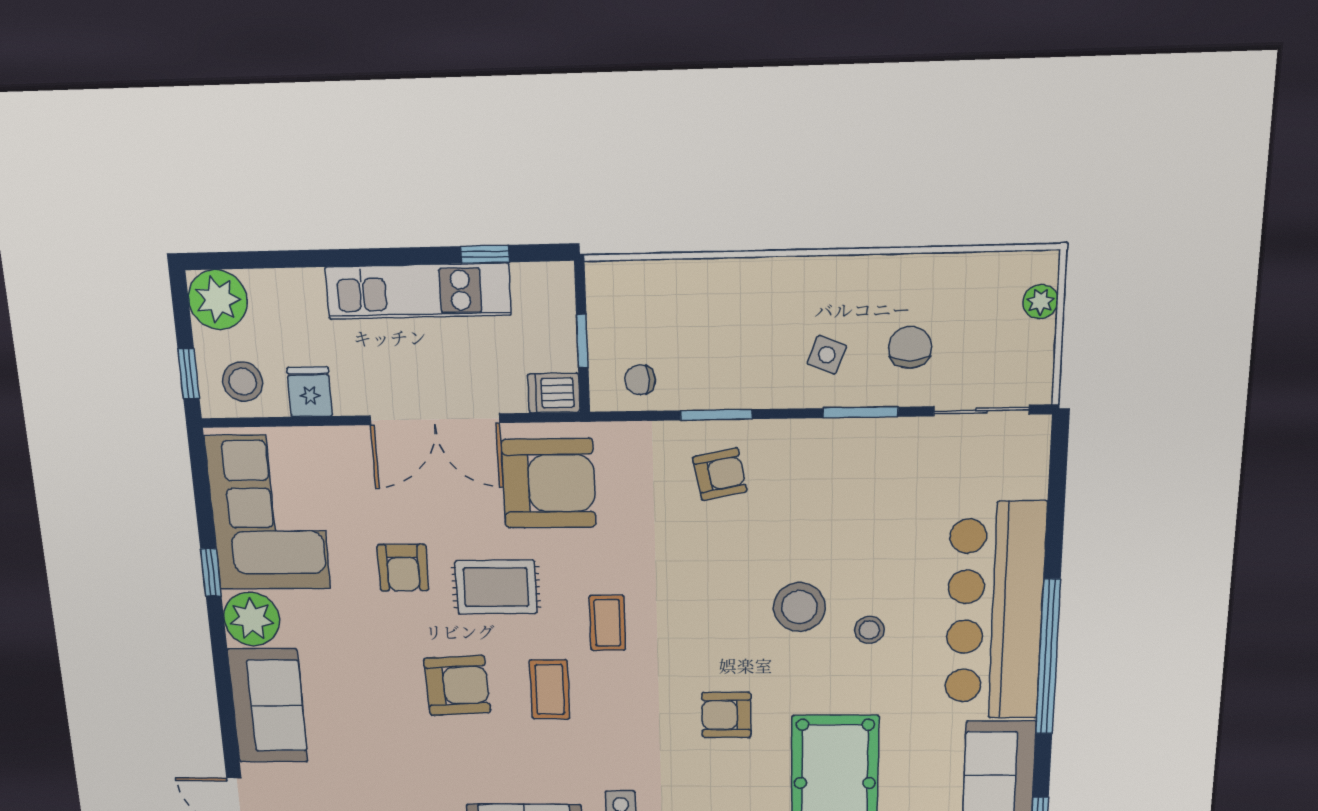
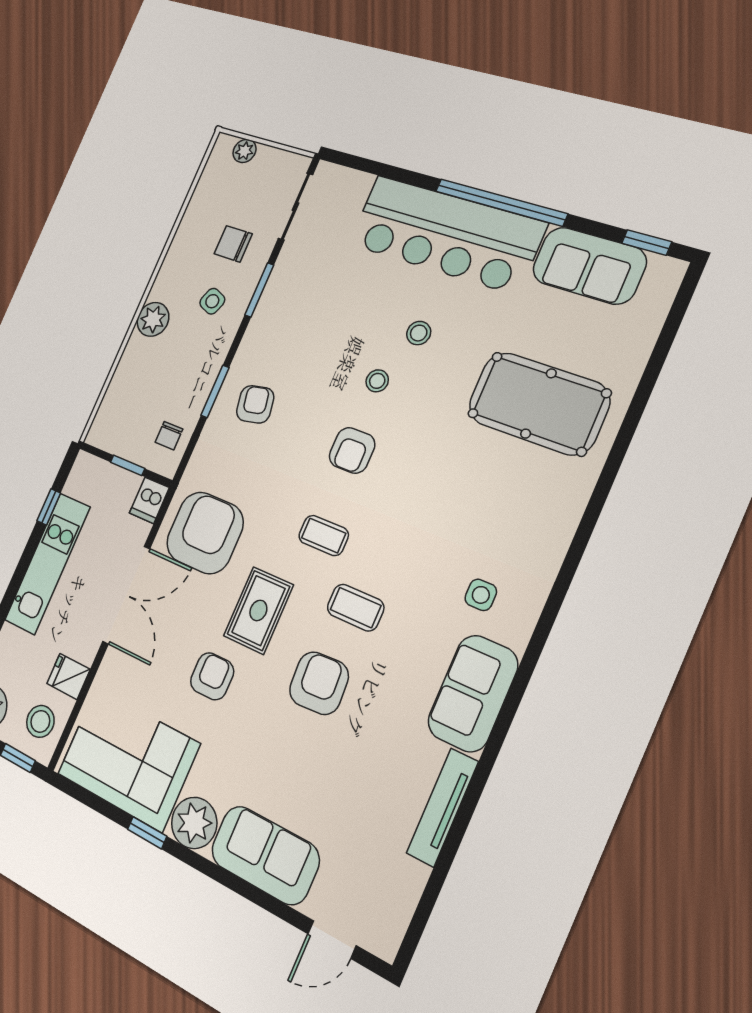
plant: (777, 281) -> (153, 319), added
armchair: (403, 568) -> (212, 676), turned -90
stool: (799, 607) -> (377, 381), width x0.53, depth x0.53
armchair: (726, 715) -> (352, 450), moved

